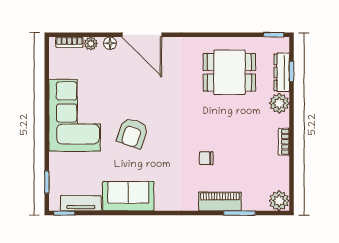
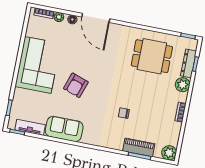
piano: (220, 201) -> (139, 147), moved

